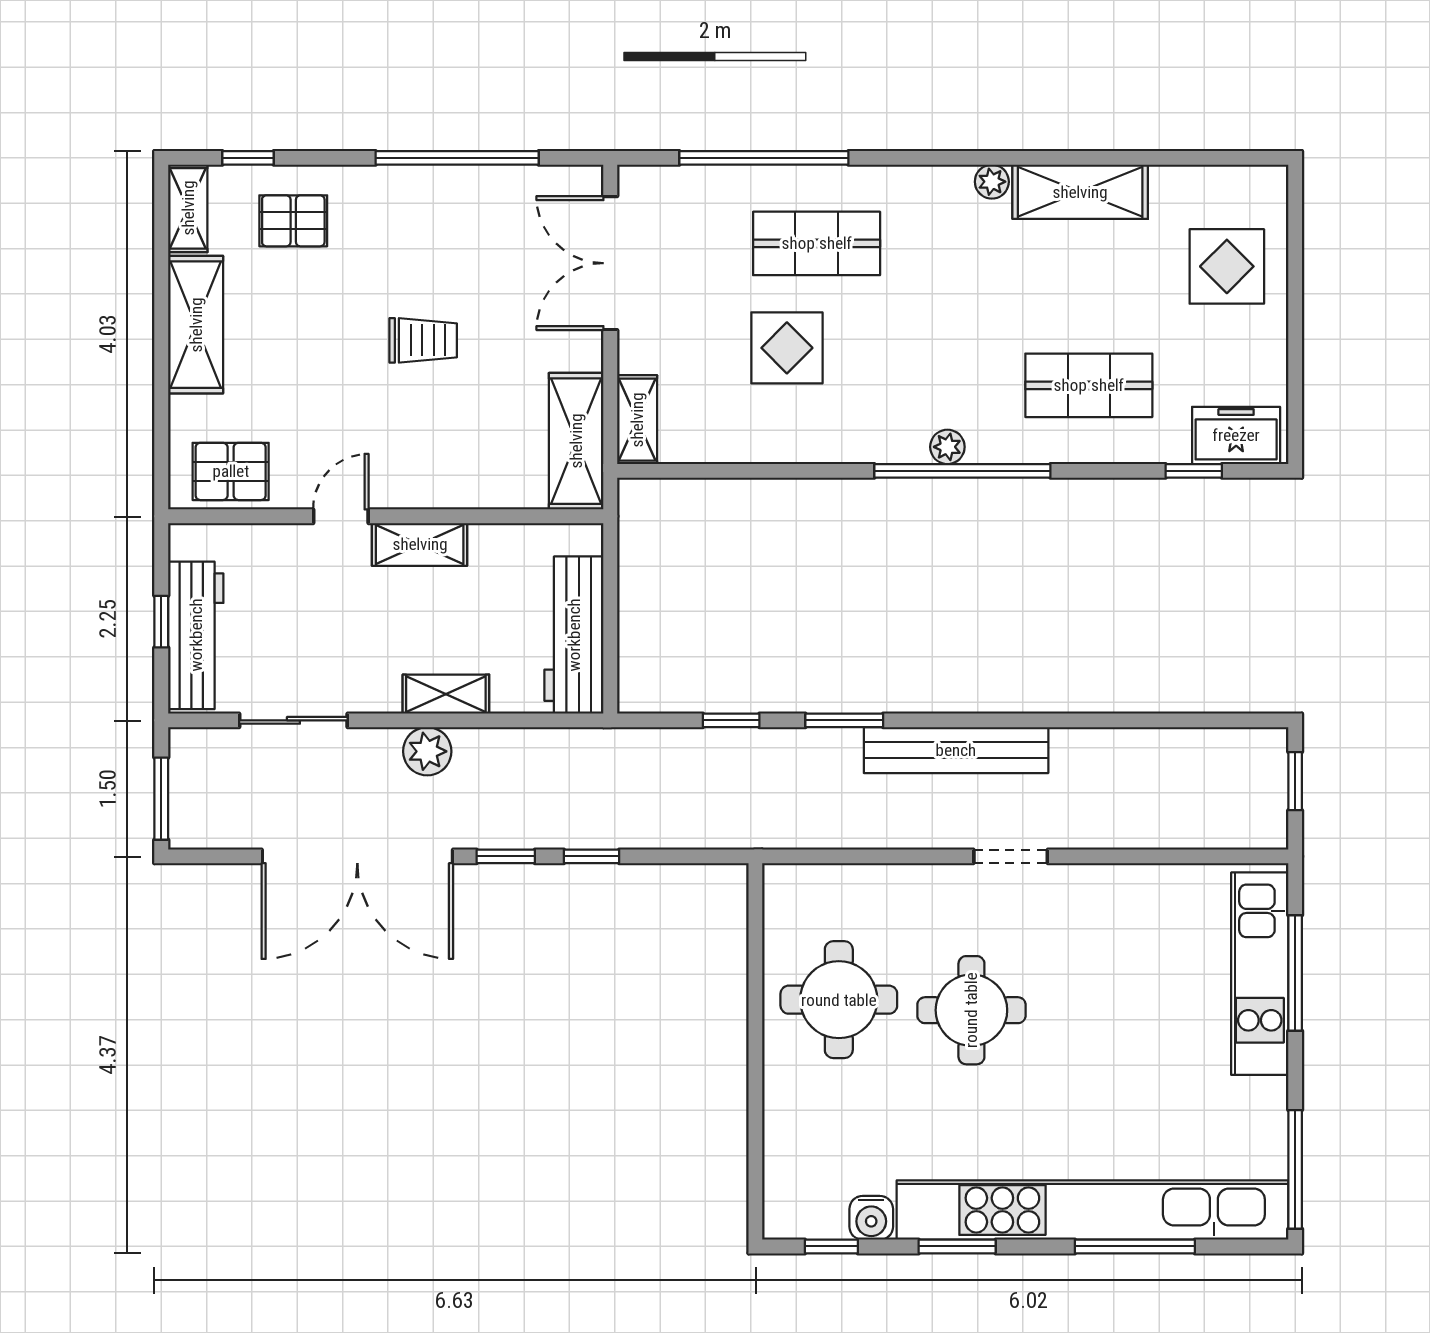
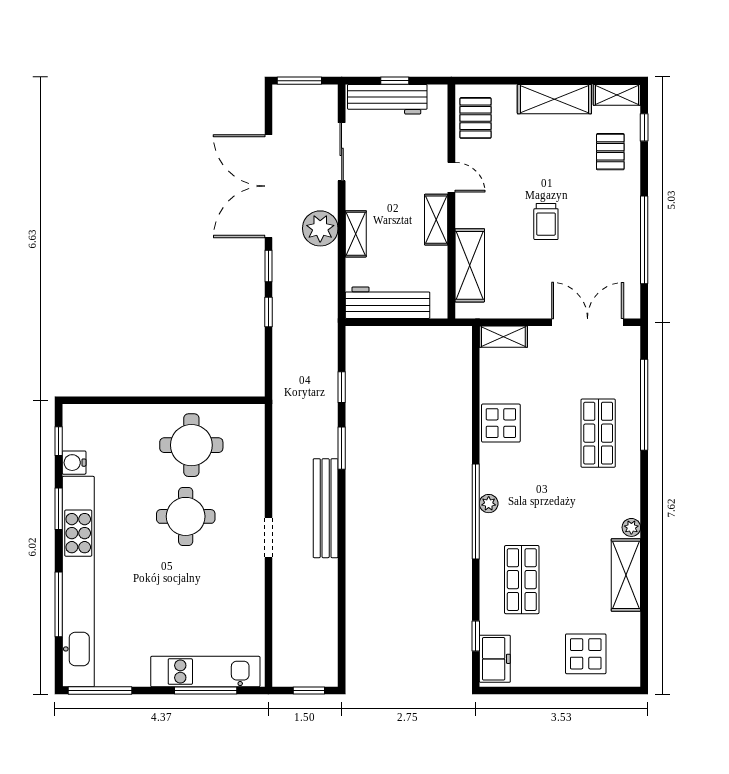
display table: (787, 348) -> (501, 423), moved
shelving: (576, 441) -> (470, 265), moved, turned 90
plant: (427, 751) -> (320, 228), width x1.36, depth x1.36

